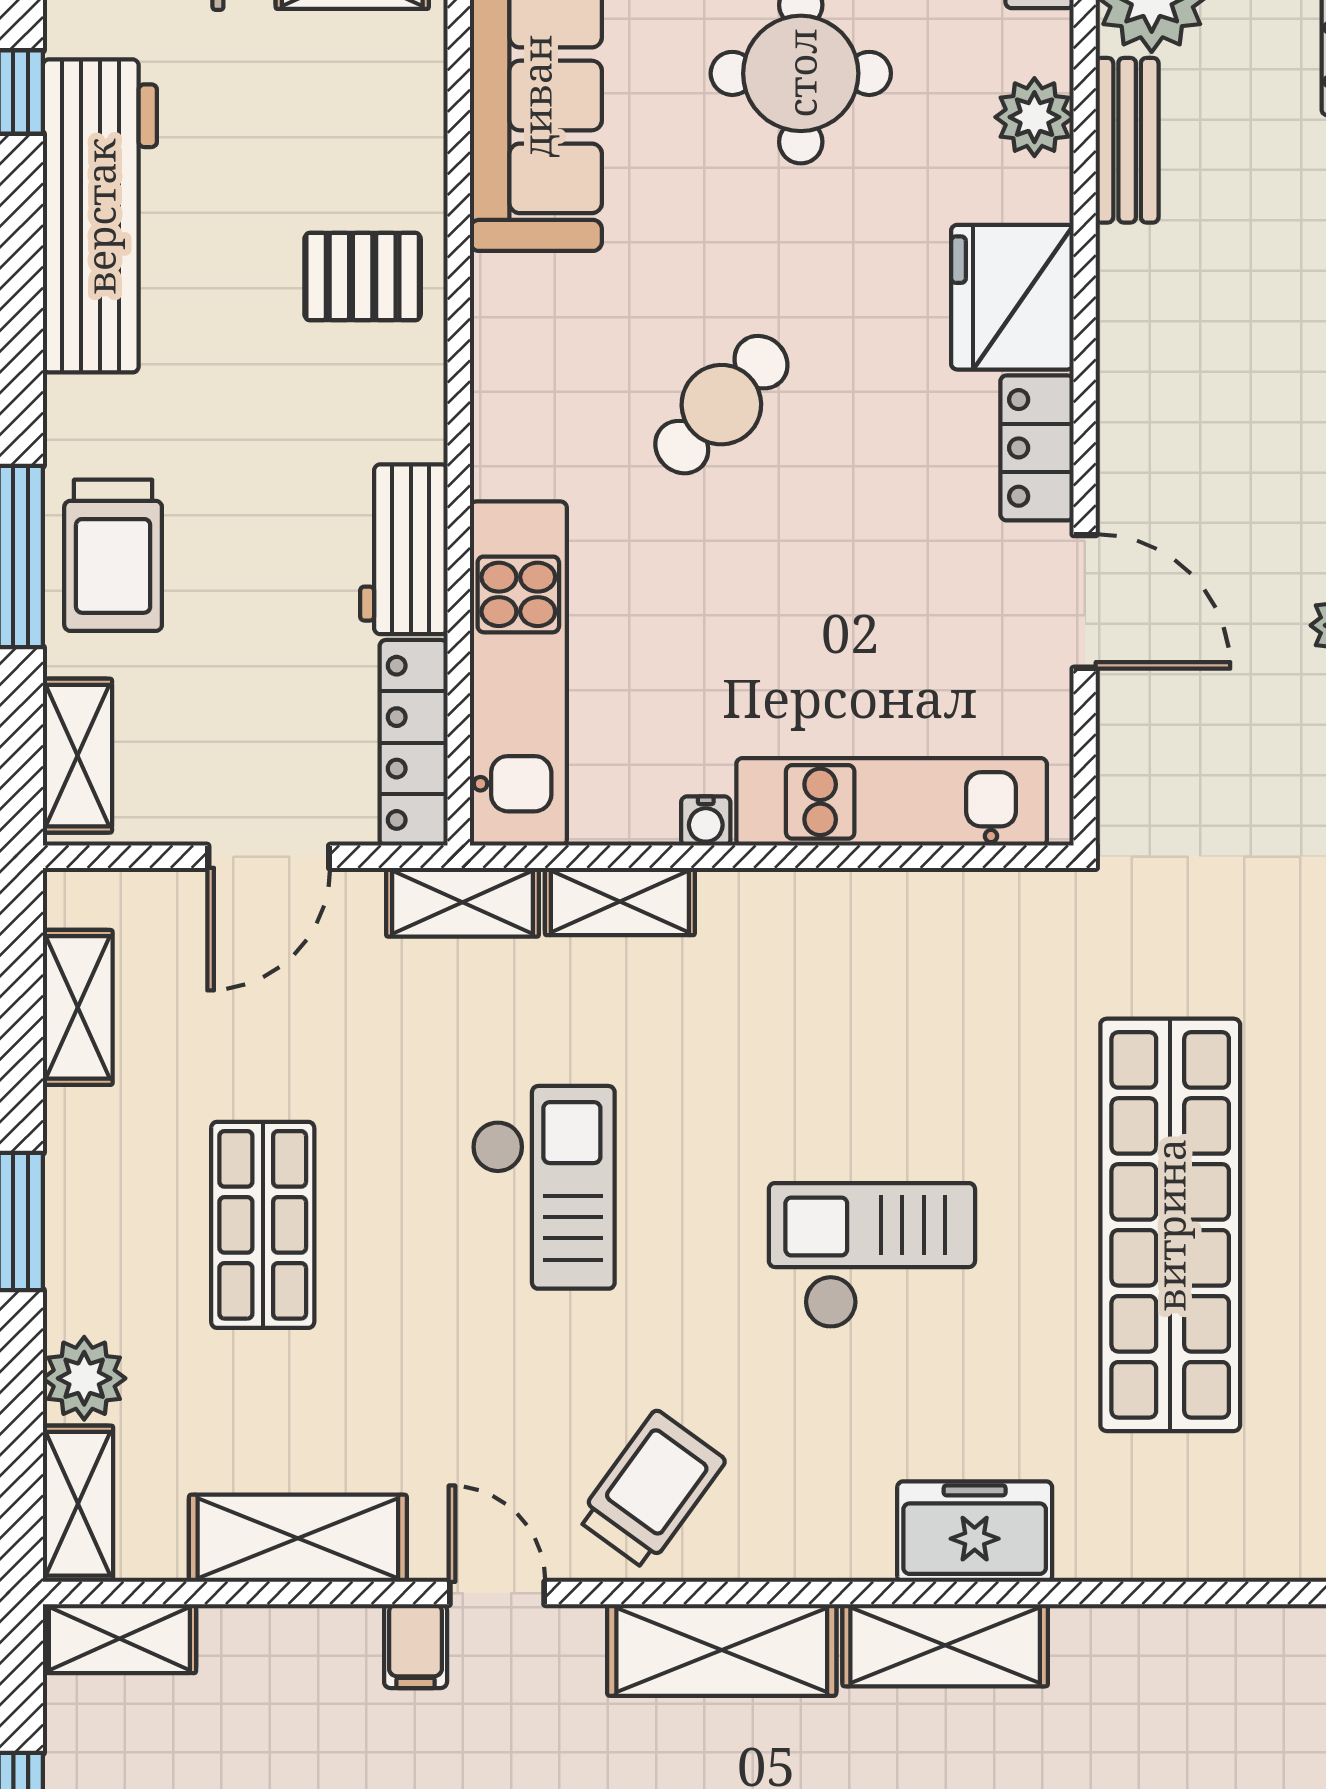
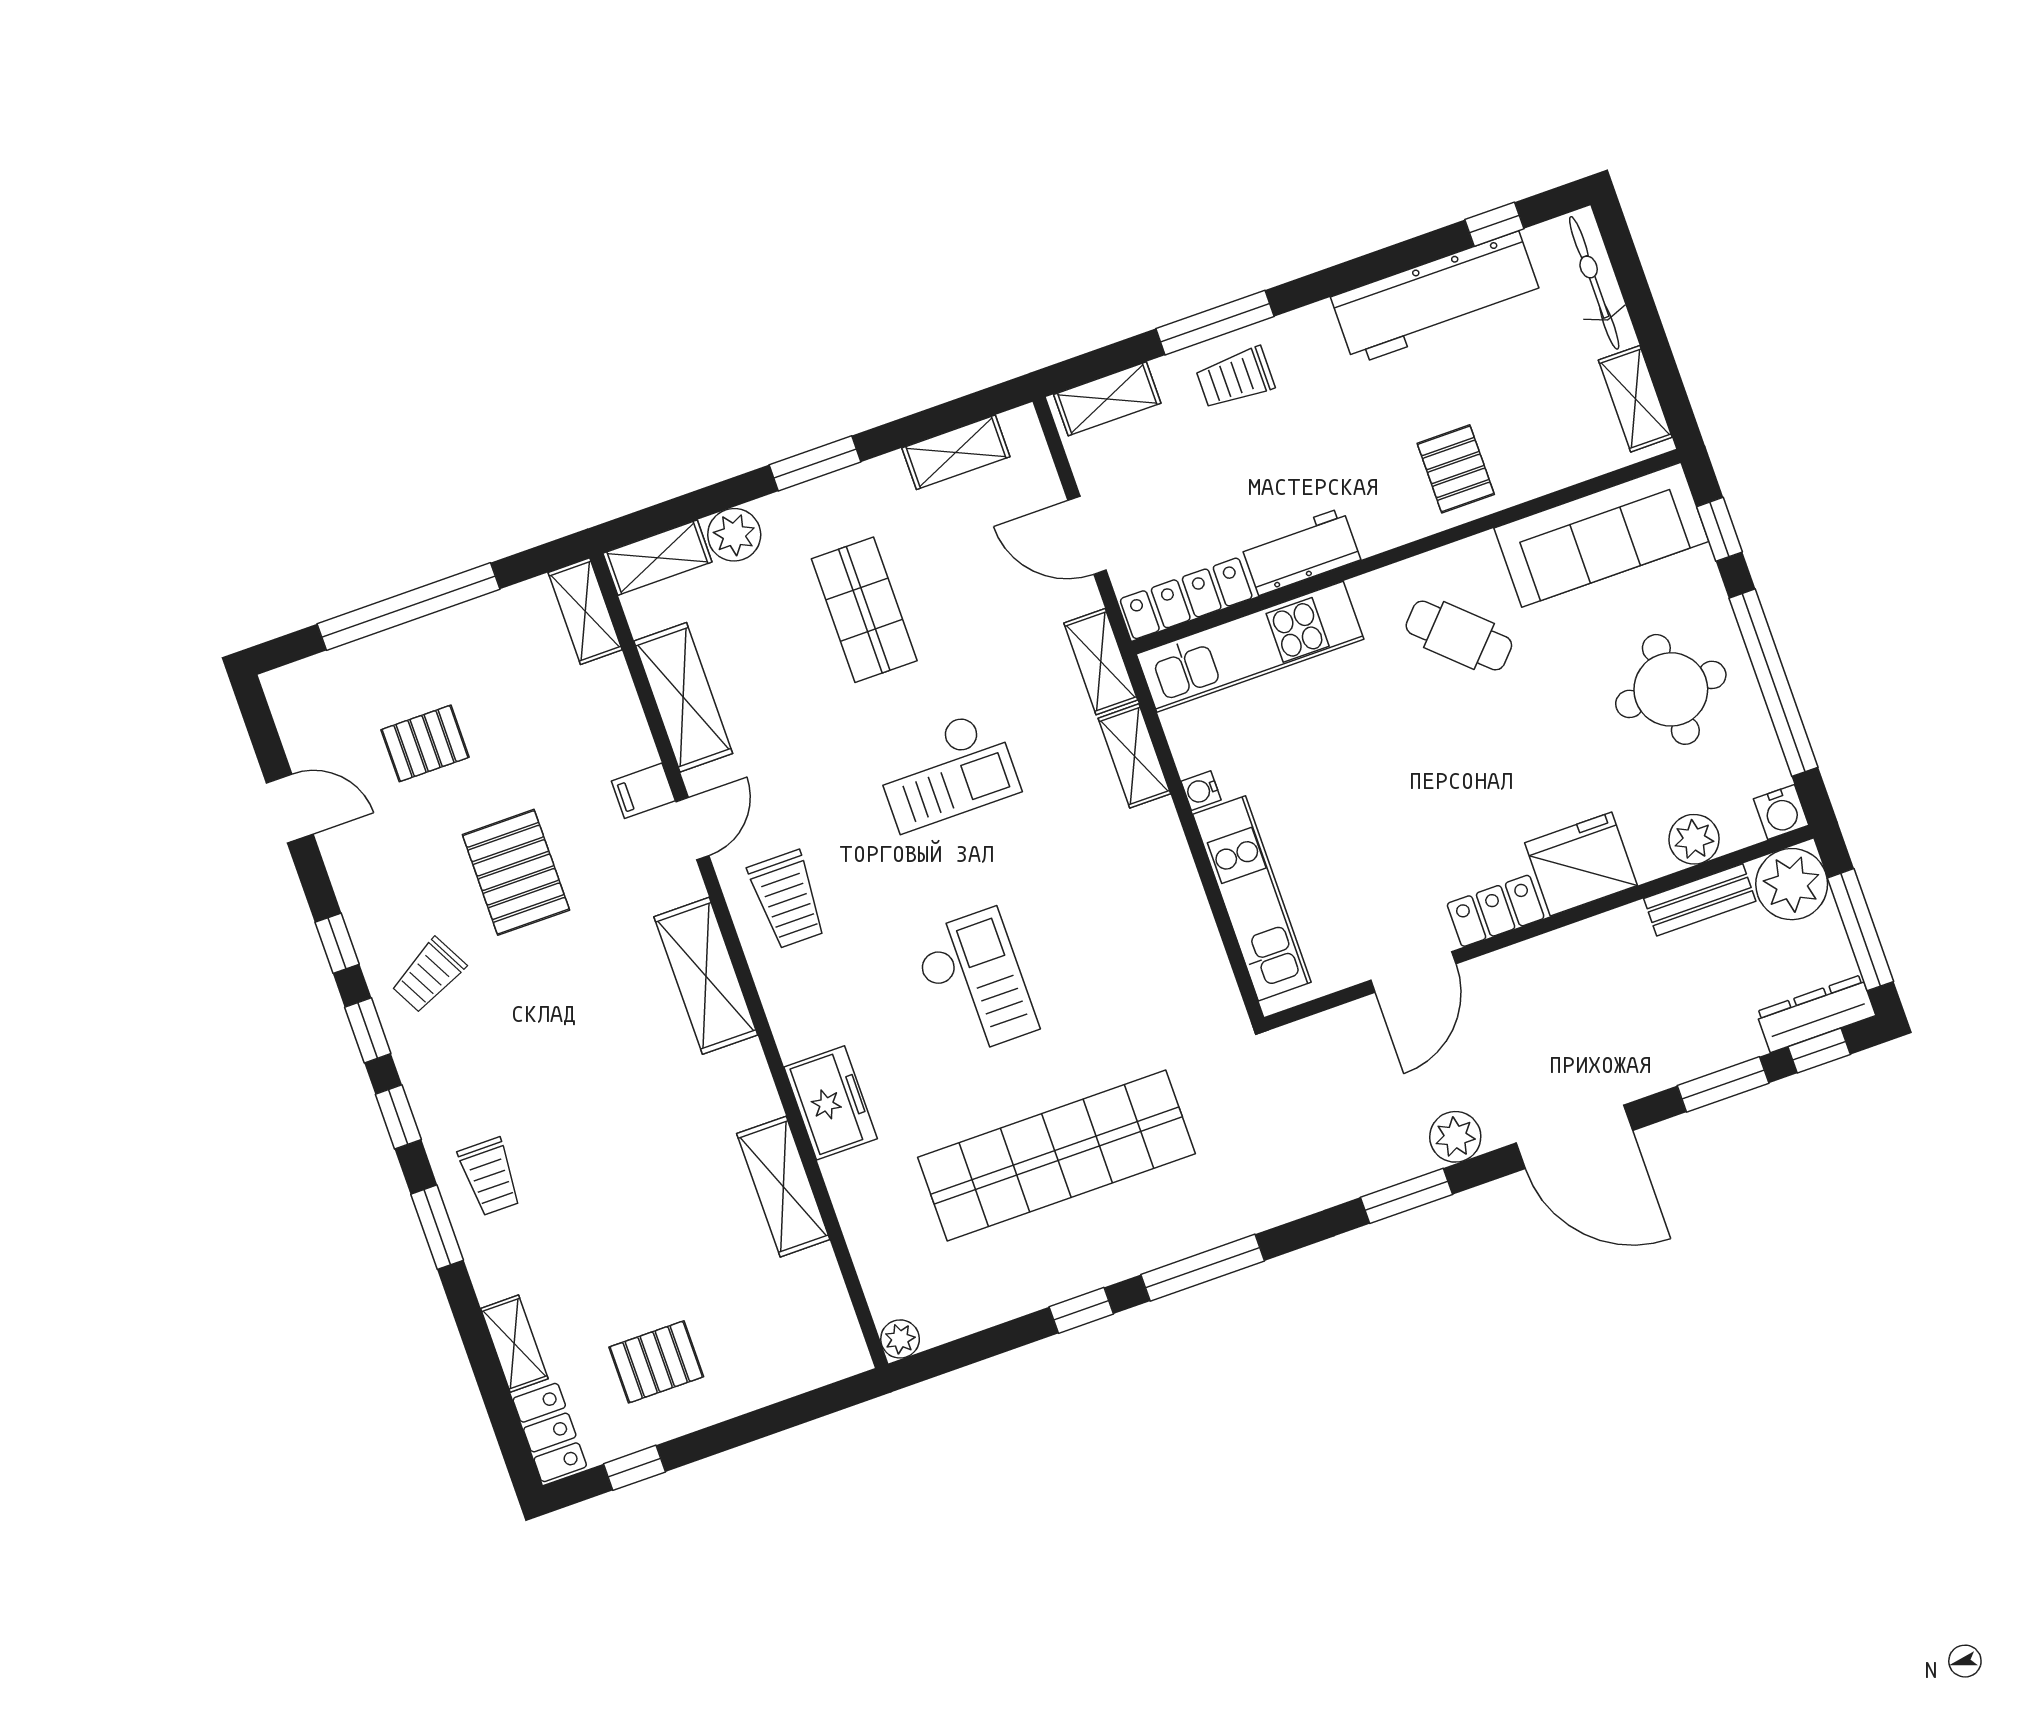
cafe table: (721, 405) -> (1459, 636), moved
trolley: (113, 555) -> (1235, 378), width x0.73, depth x0.72
shop shelf: (263, 1225) -> (864, 610), turned 90
trolley: (651, 1490) -> (787, 899), turned 54
shelving: (945, 1645) -> (783, 1187), moved

